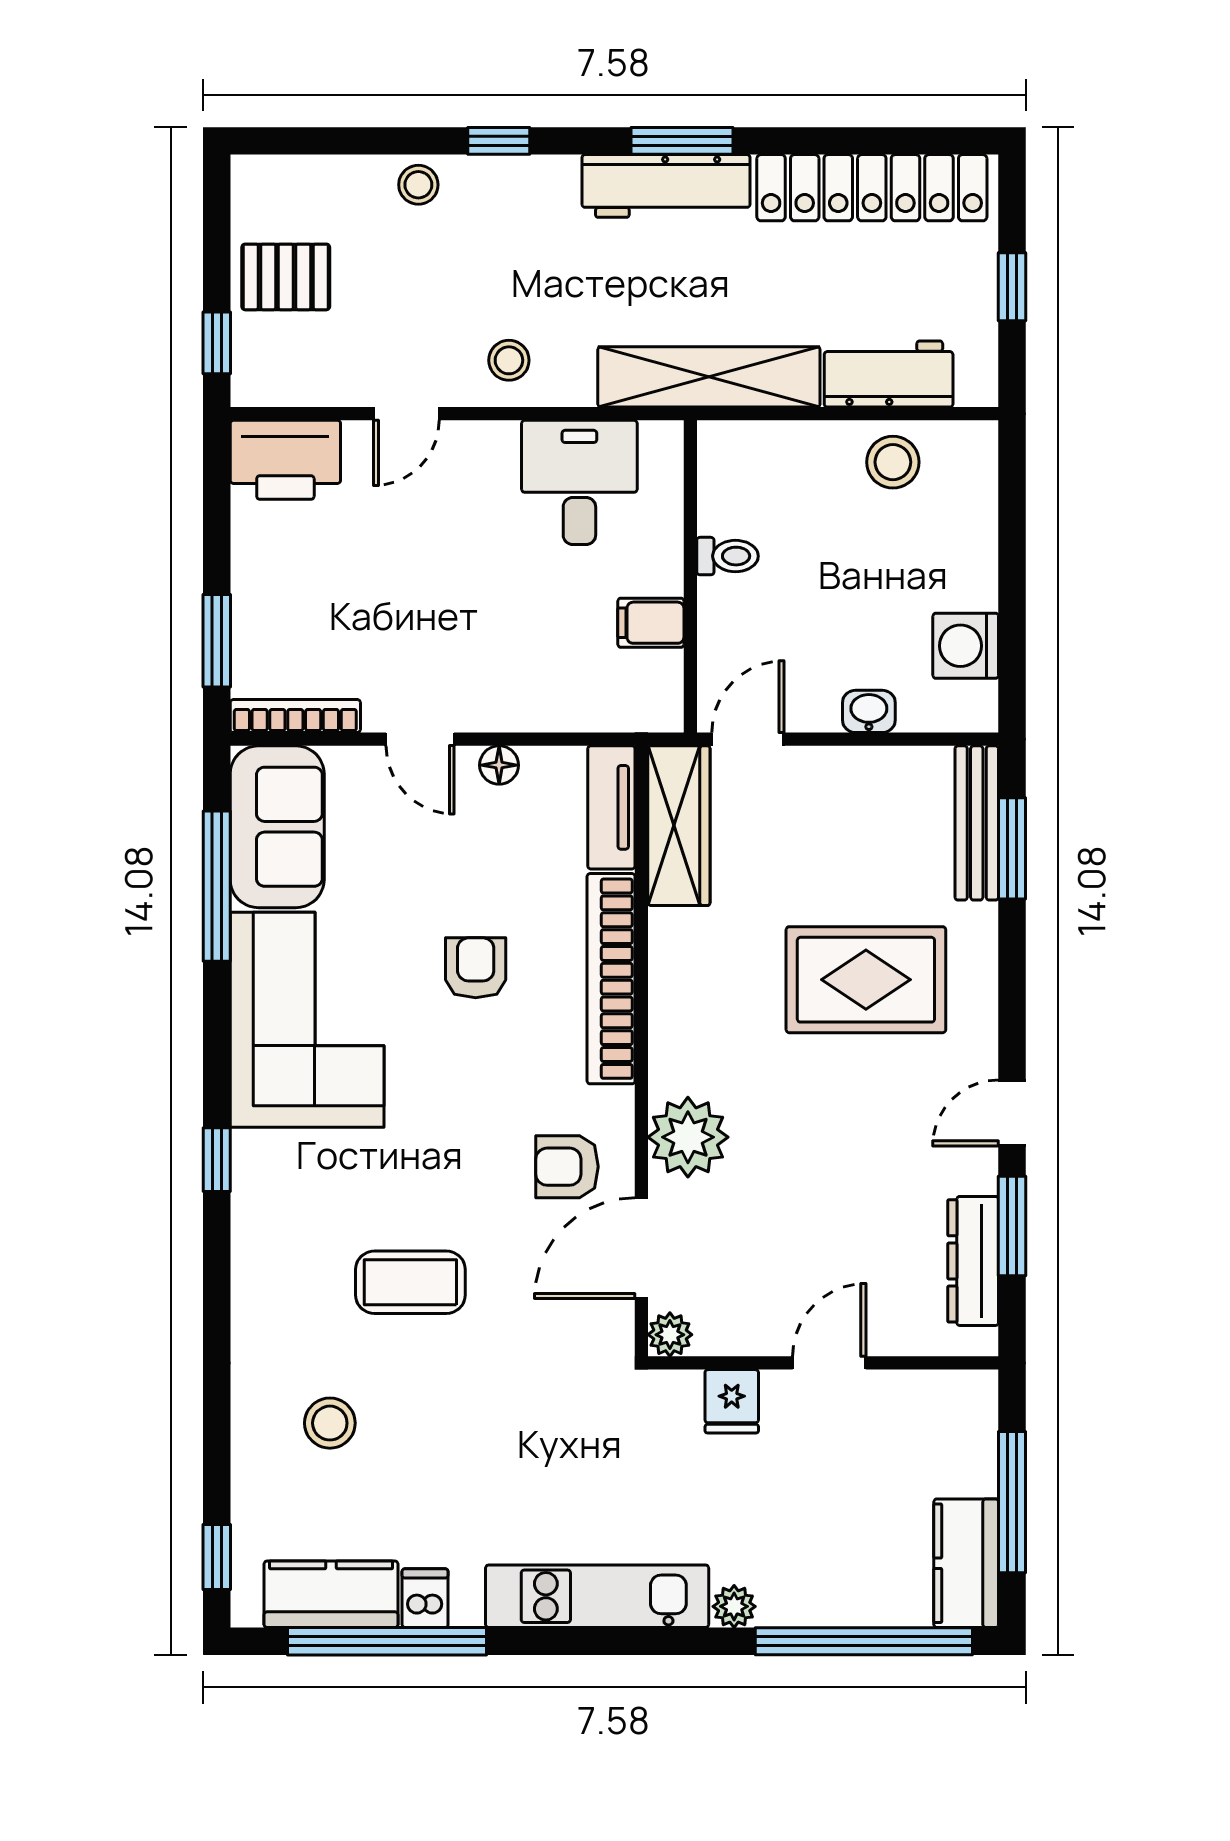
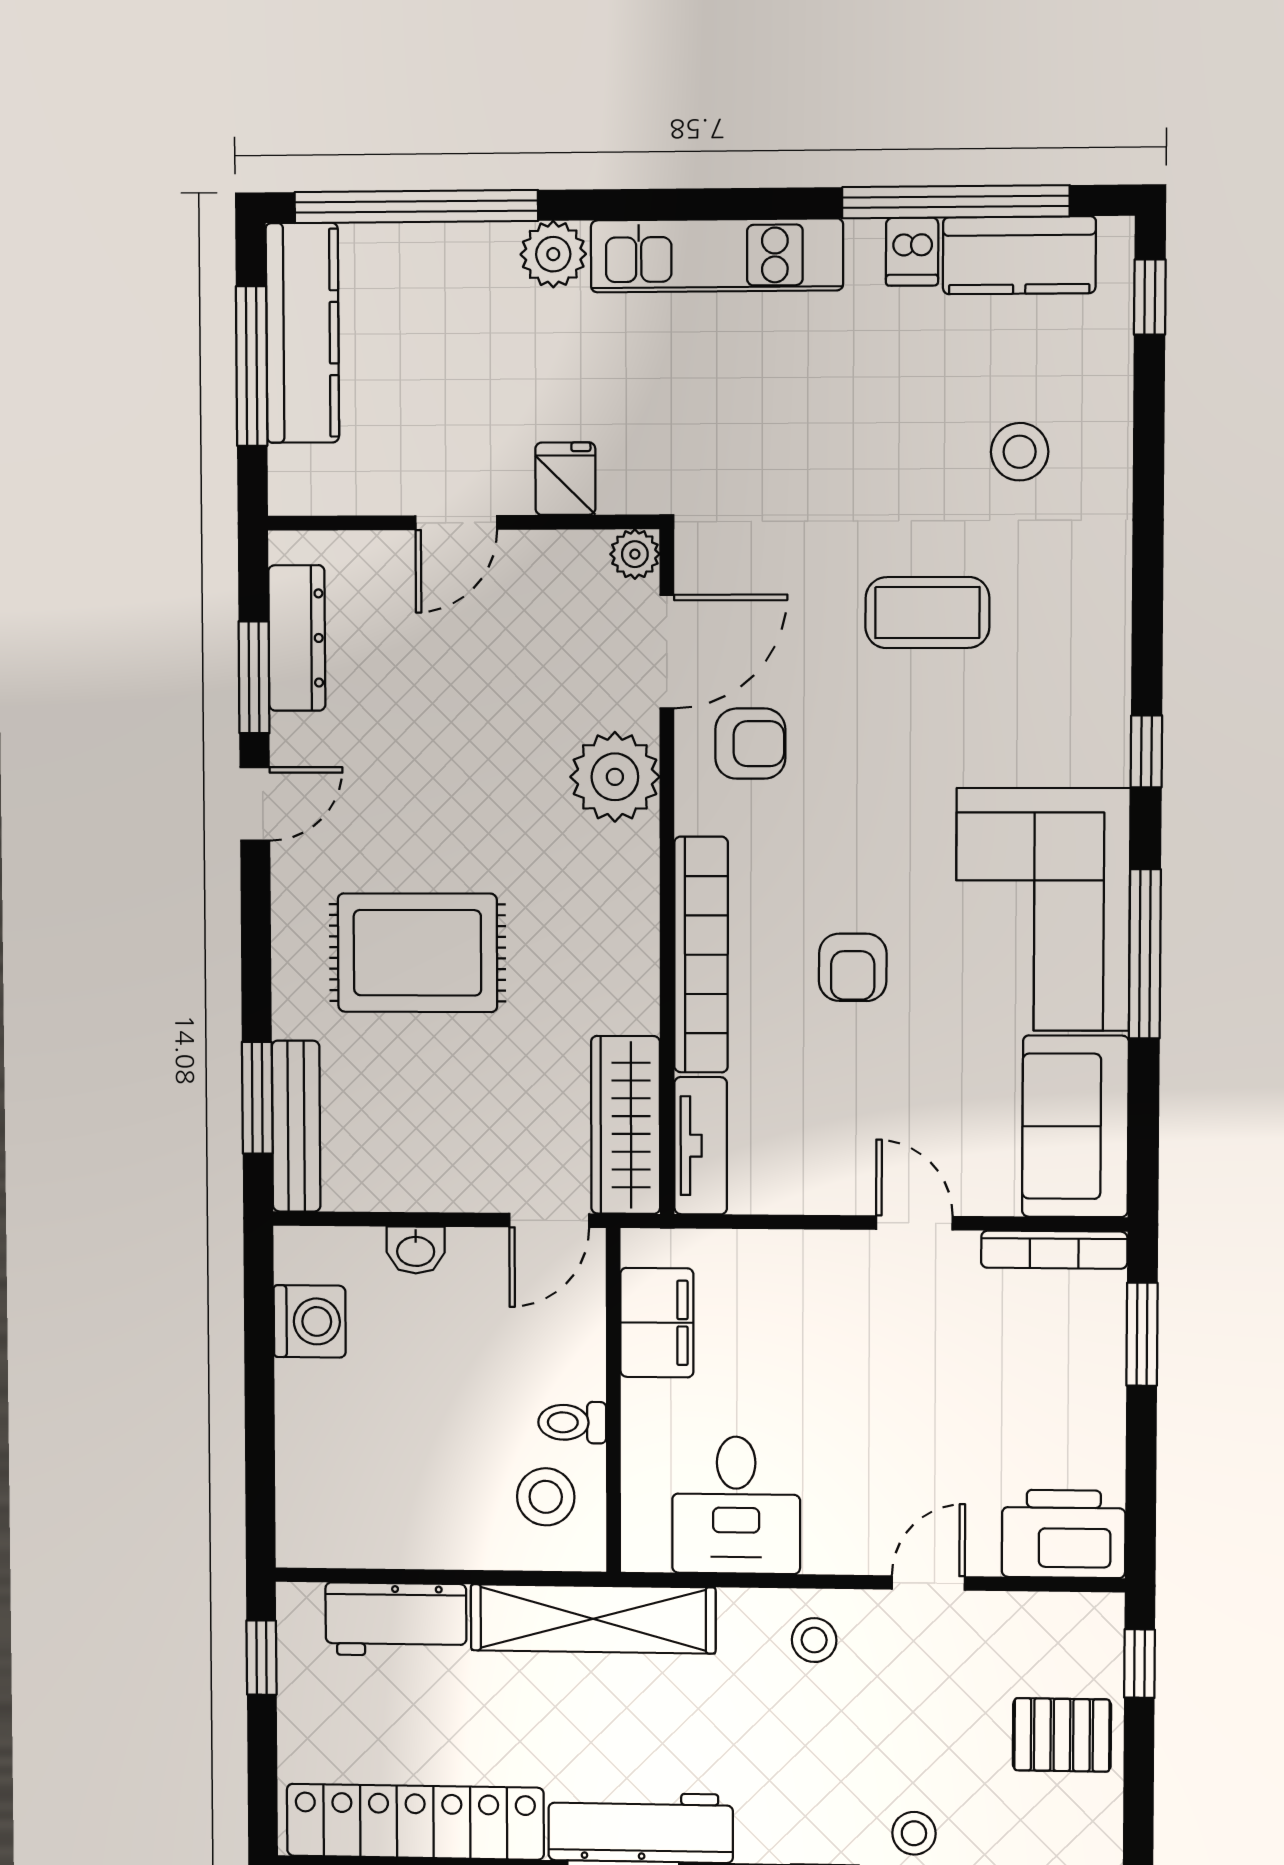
window: (1012, 287) -> (261, 1658), moved
stool: (893, 462) -> (546, 1497), moved
filing cabinet: (651, 623) -> (657, 1323), width x2.00
floor lamp: (499, 765) -> (826, 1194), removed
window: (217, 886) -> (1145, 954), moved
kitchen counter: (966, 1563) -> (302, 333), width x1.50
plant: (734, 1606) -> (553, 254), width x1.38, depth x1.38

